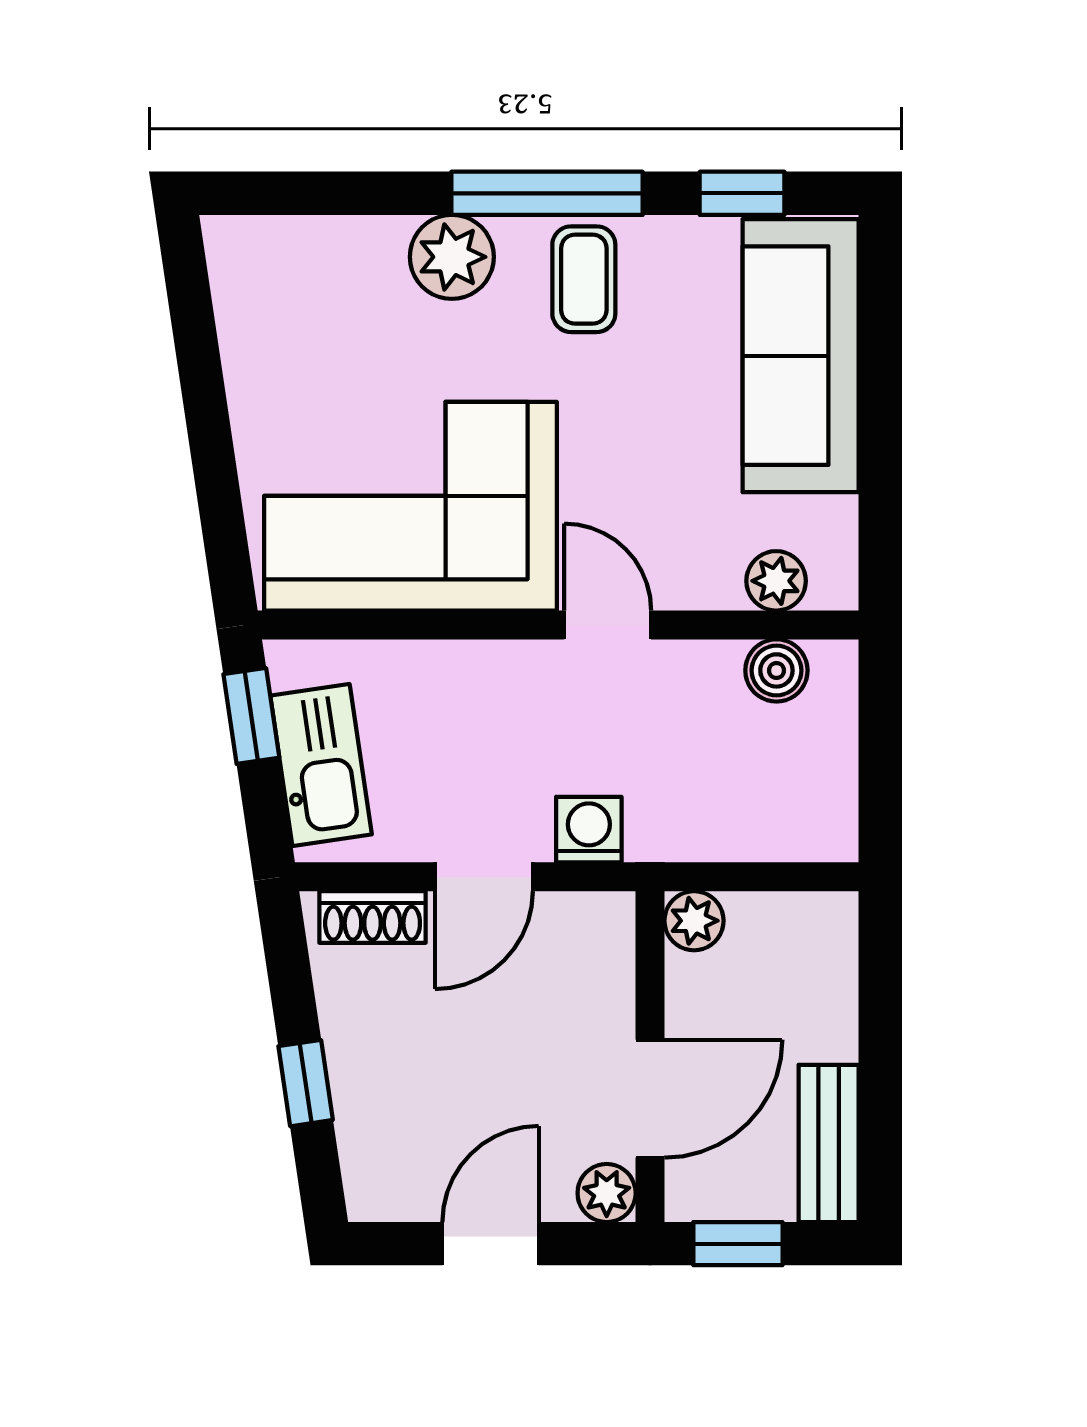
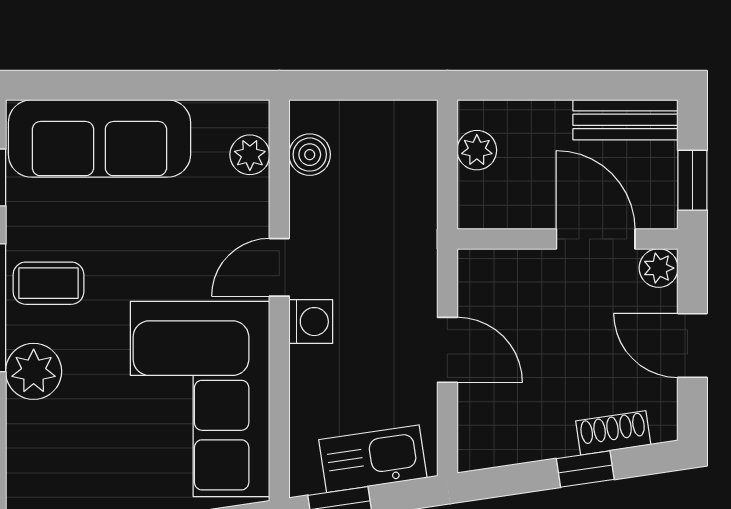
washing machine: (589, 830) -> (311, 322), moved, turned 180
shoe rack: (373, 917) -> (613, 433), moved, turned -98
plant: (694, 921) -> (477, 150), moved

